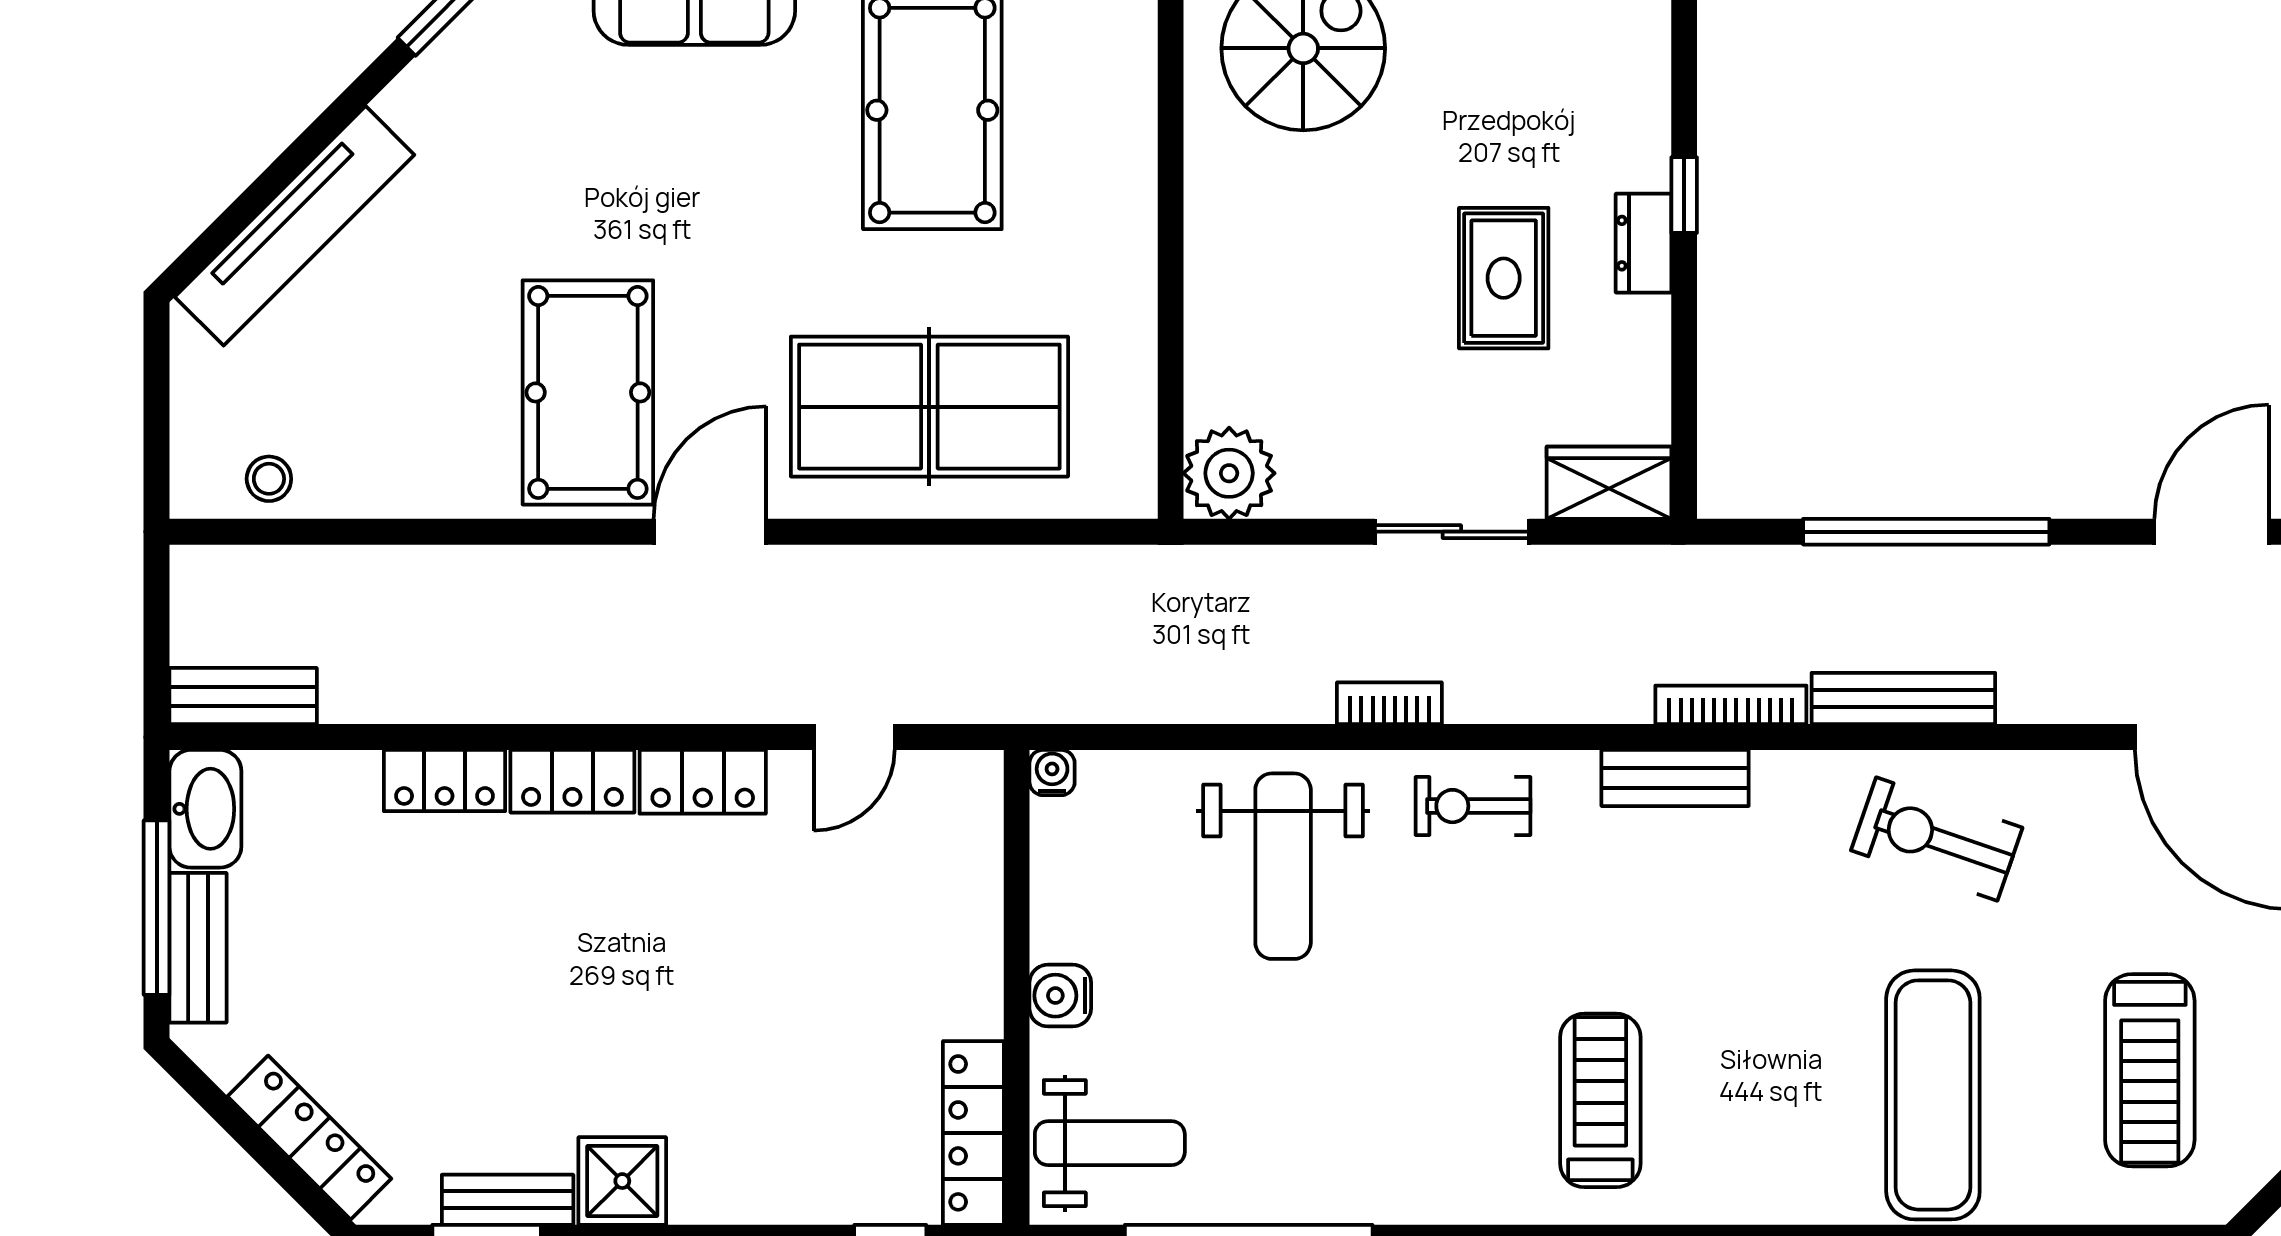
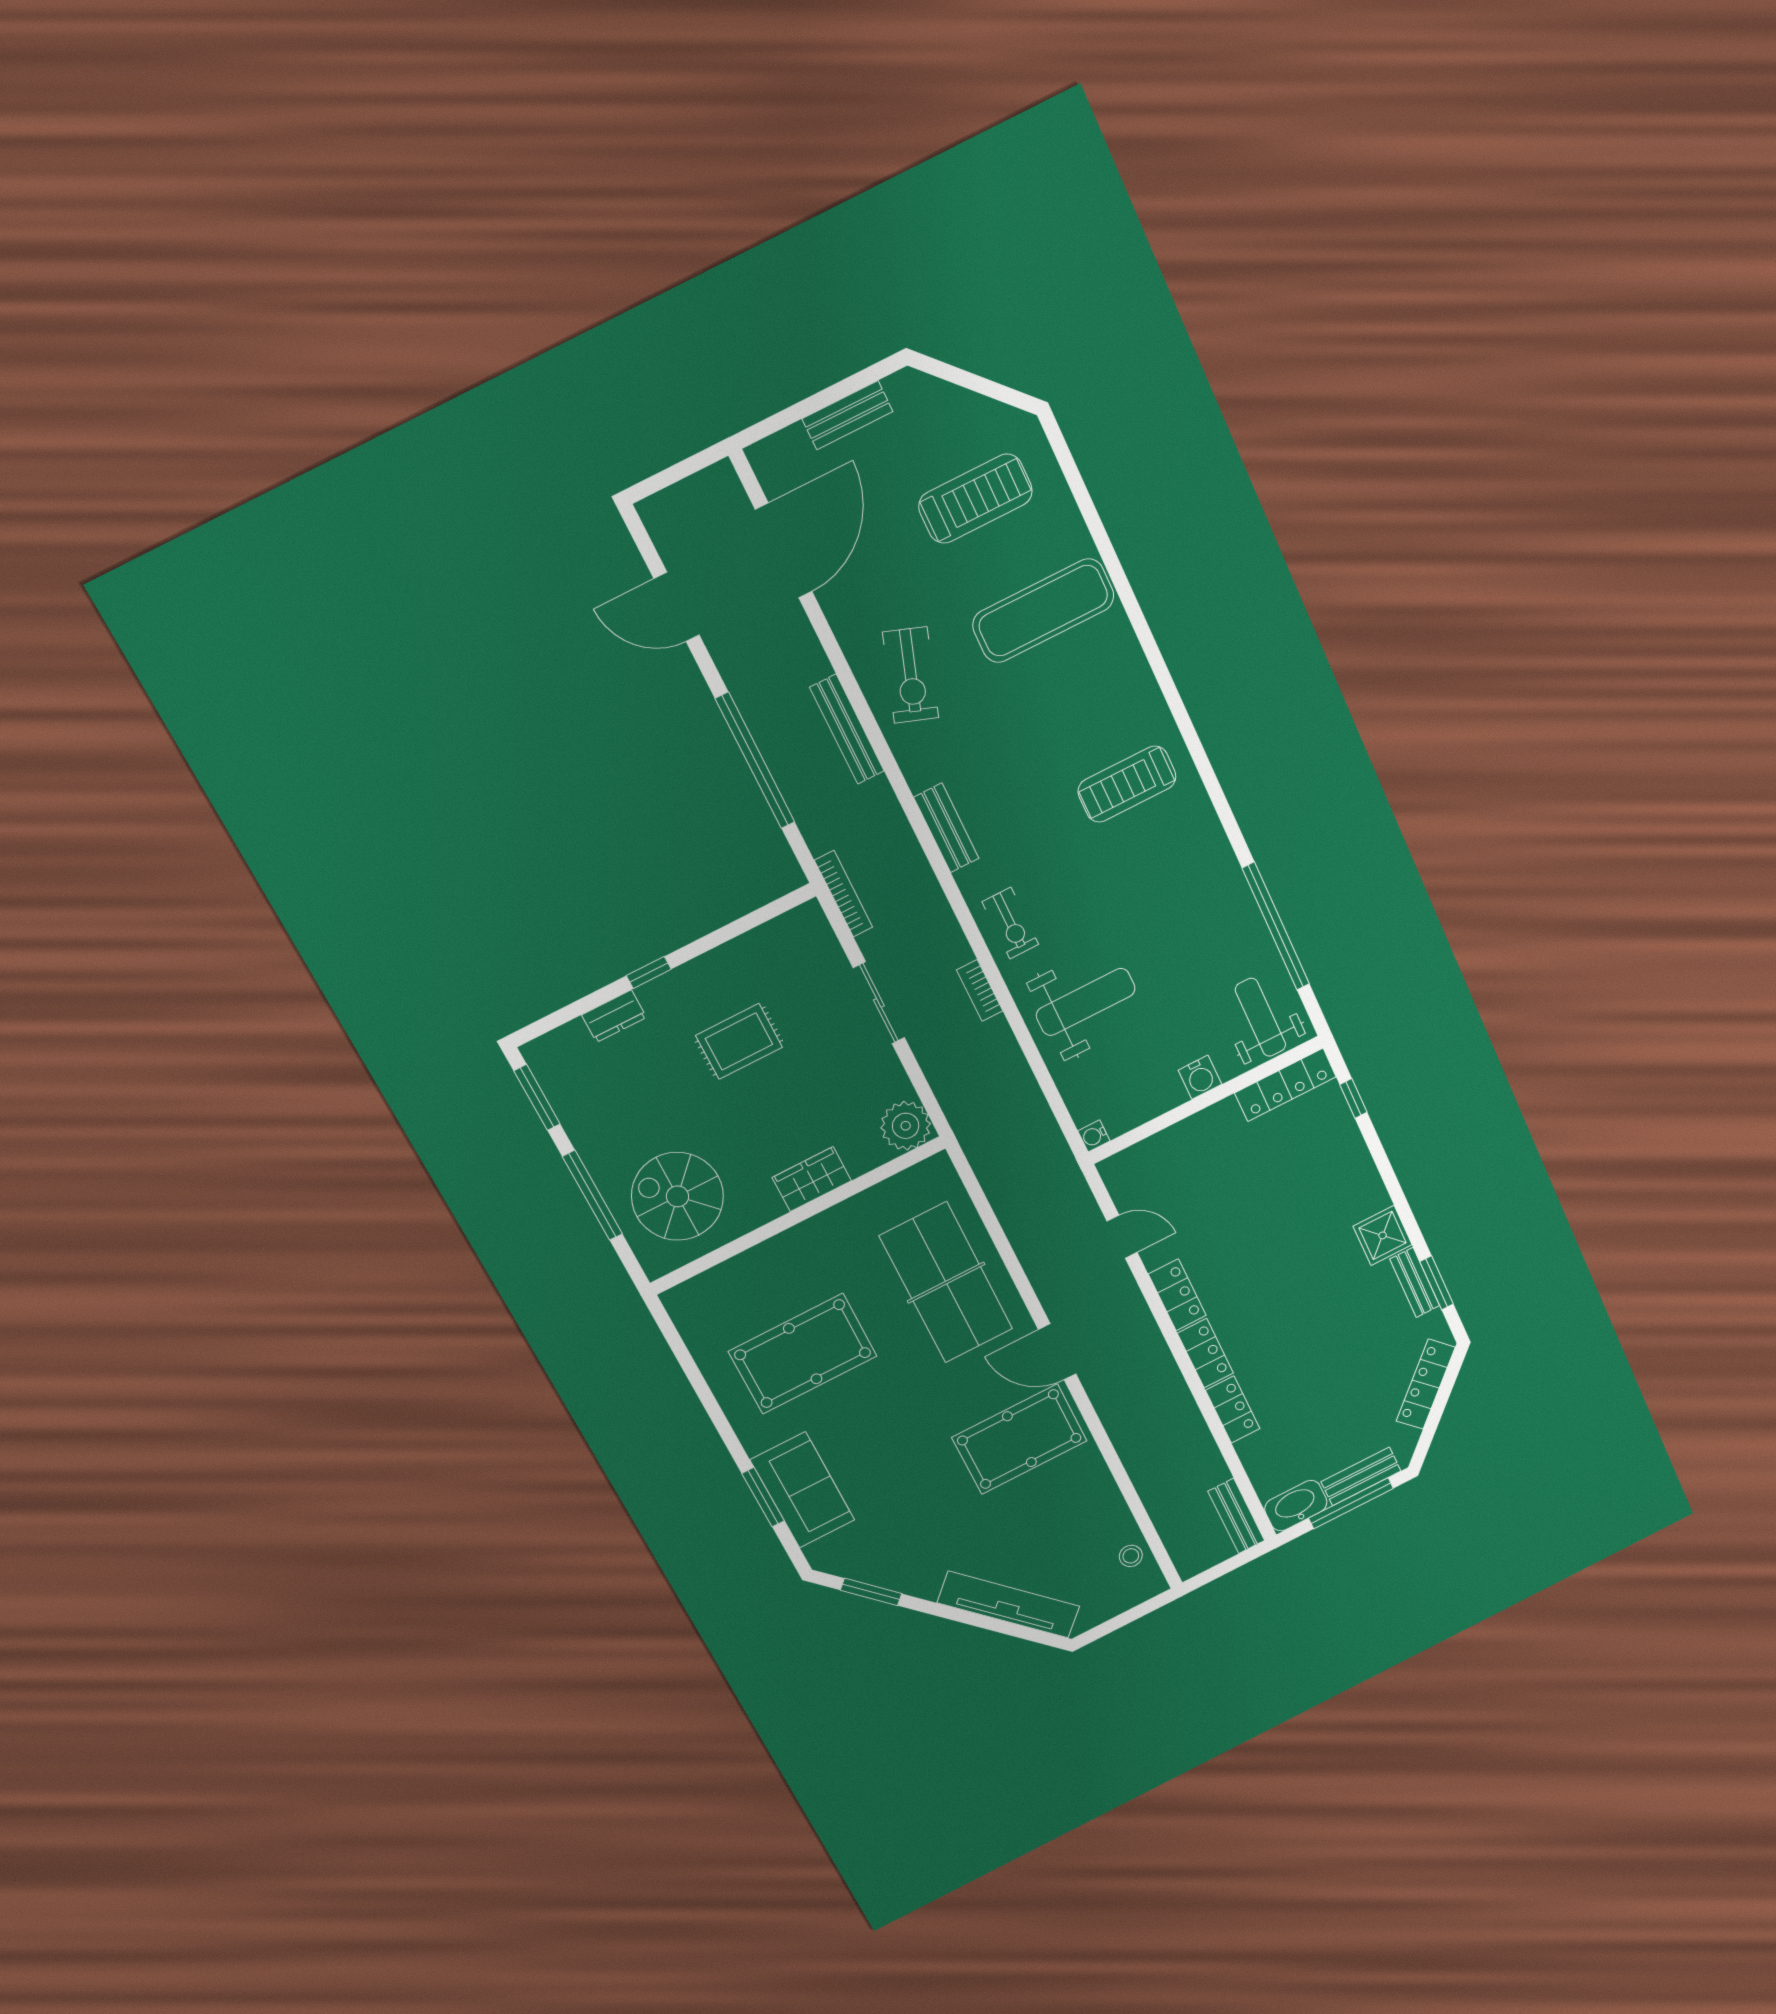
dresser: (1643, 243) -> (614, 1016), moved
wardrobe: (1609, 483) -> (812, 1179), moved, turned 90
bookcase: (1731, 705) -> (844, 894), moved, turned 180

